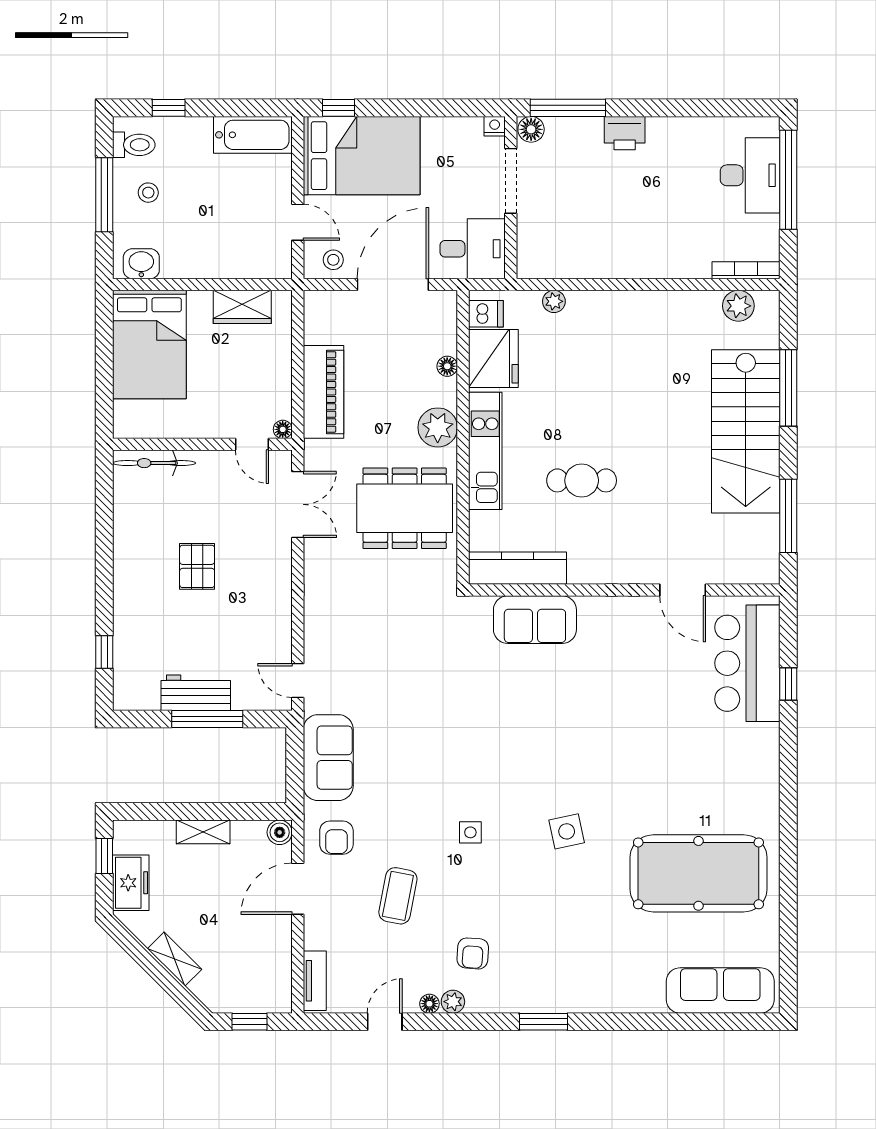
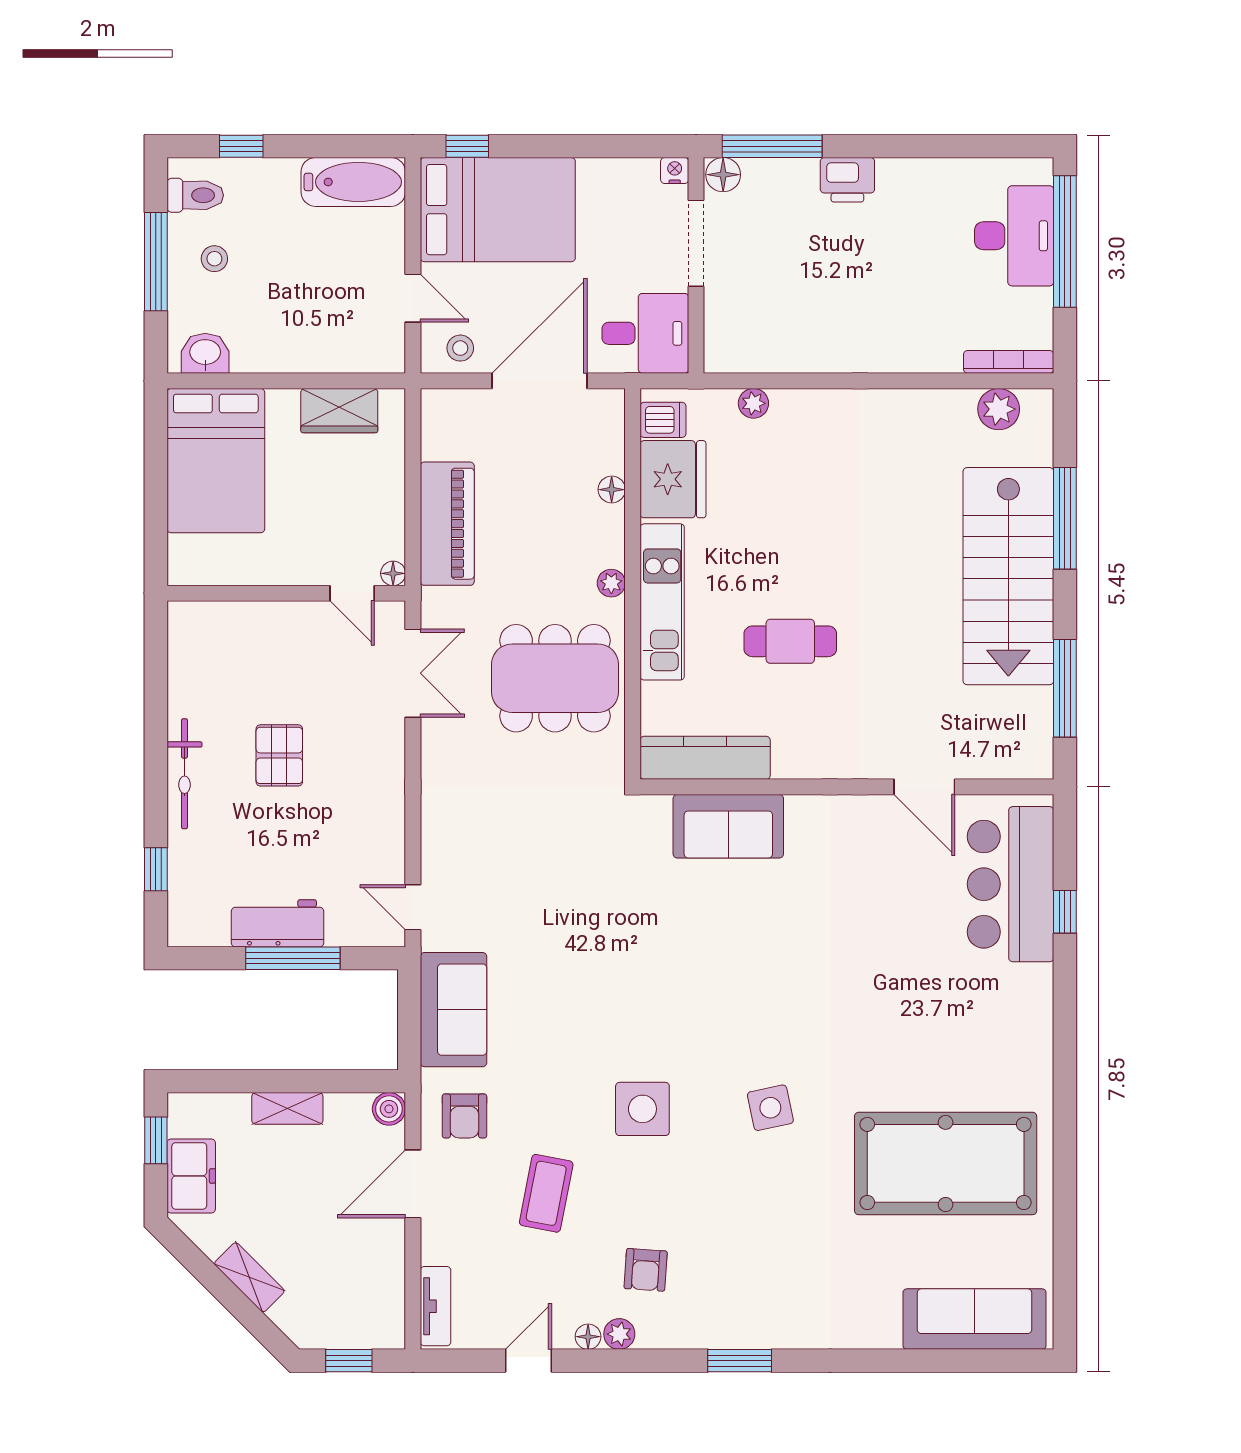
plant: (438, 427) -> (611, 583), width x0.53, depth x0.53
bicycle: (154, 463) -> (185, 774), moved, turned -90
side table: (470, 832) -> (642, 1109), width x1.87, depth x1.87

